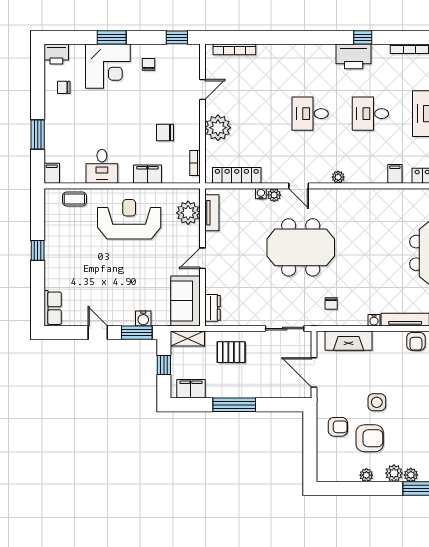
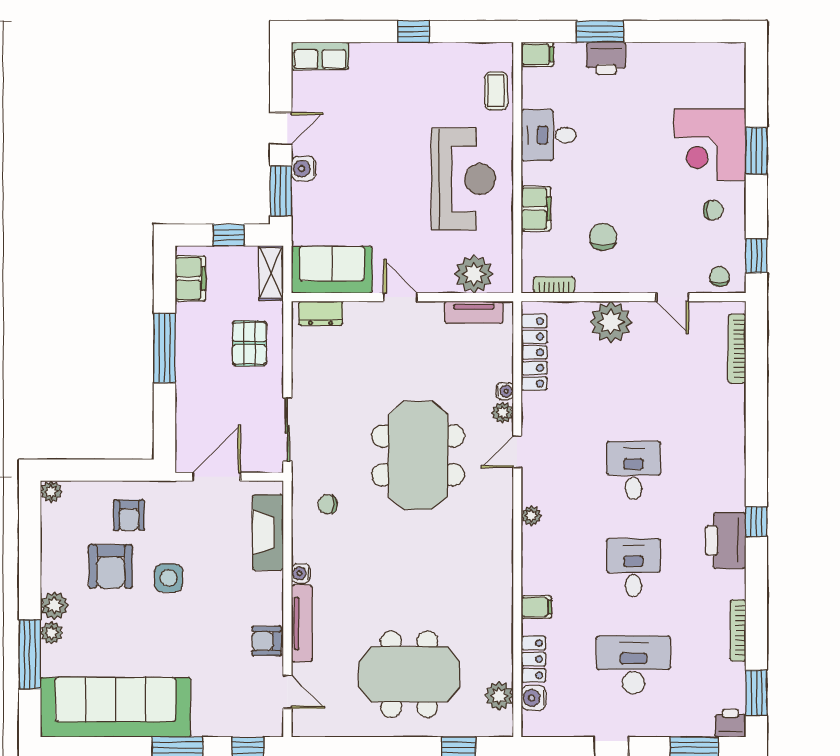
window: (363, 37) -> (756, 522), moved
printer: (56, 54) -> (606, 58), moved, turned -90
chair: (64, 87) -> (720, 277), moved
water cooler: (143, 318) -> (304, 169), moved
plant: (366, 475) -> (51, 492), moved

